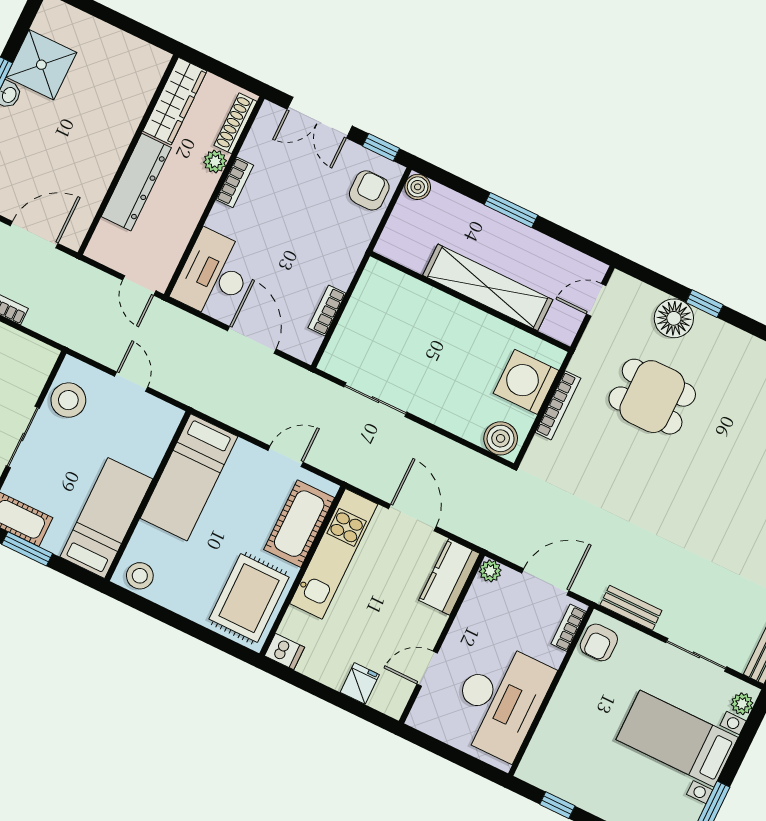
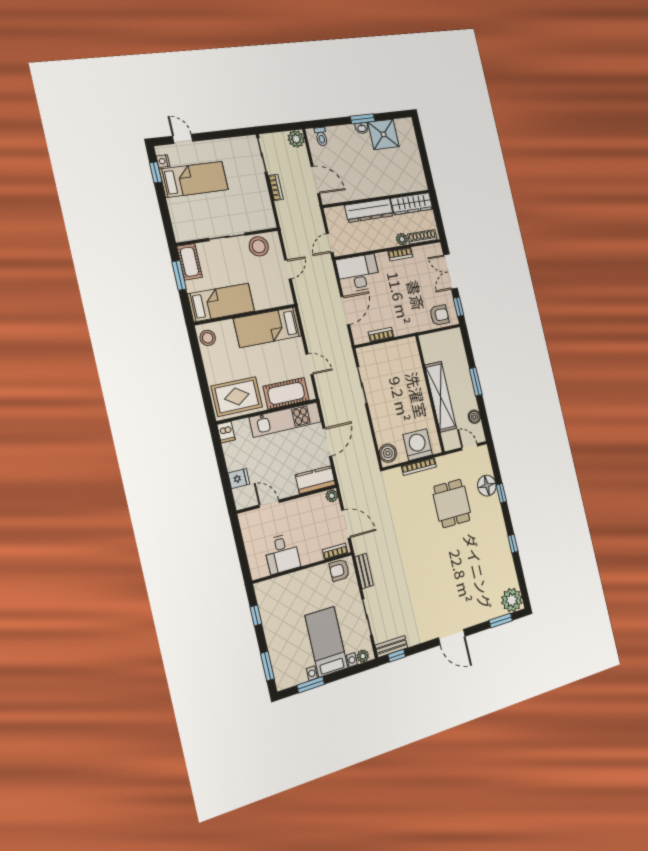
boiler: (418, 187) -> (474, 417), moved
desk: (500, 701) -> (282, 554), width x0.53, depth x0.77

